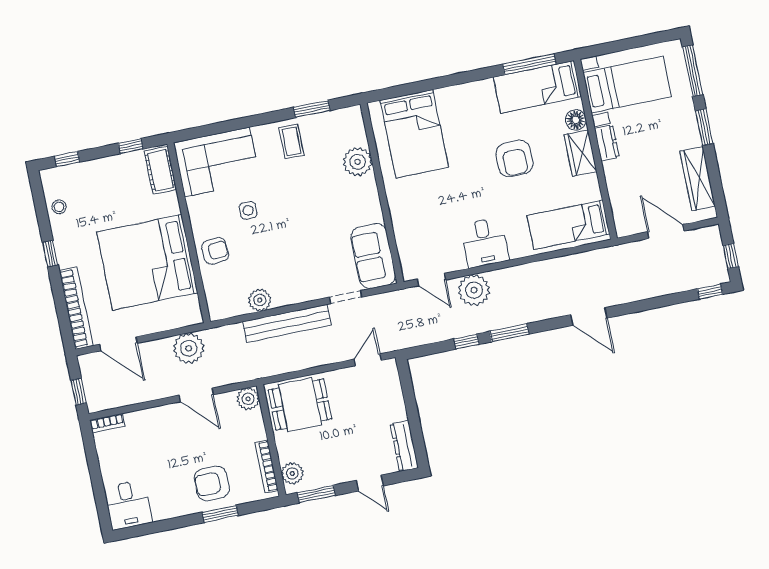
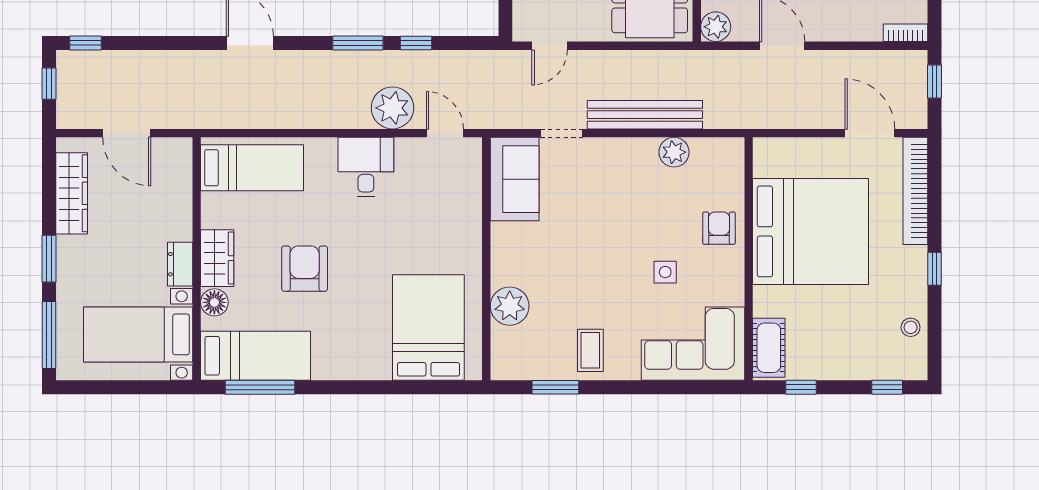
armchair: (215, 251) -> (719, 228), turned 95
plant: (189, 348) -> (779, 108), removed

